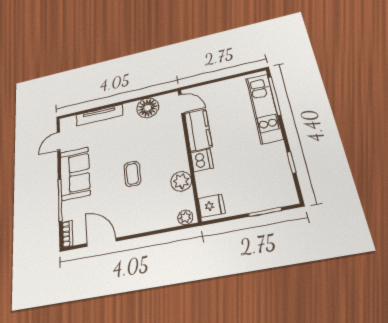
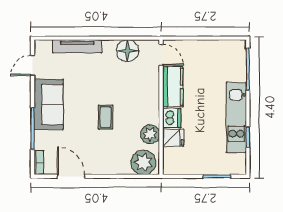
kitchen unit: (264, 108) -> (236, 117), moved
fridge: (211, 206) -> (173, 138), moved
plant: (185, 217) -> (143, 162), width x1.88, depth x1.88

